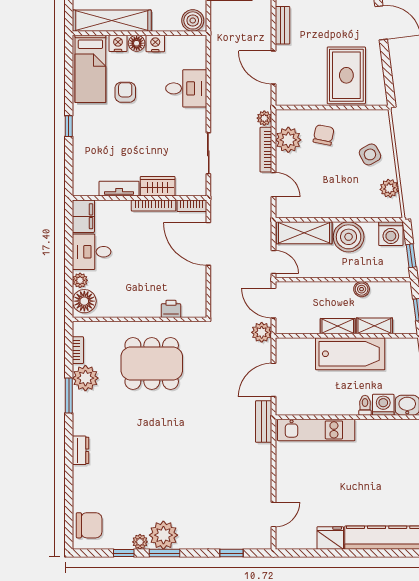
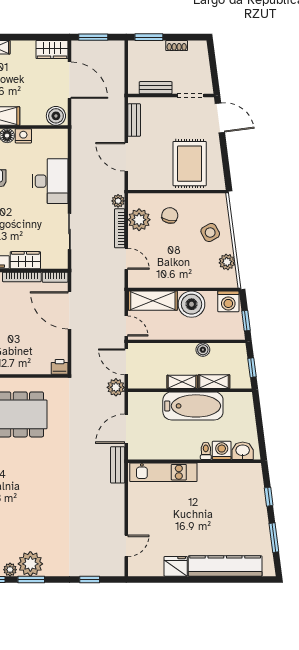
desk: (186, 88) -> (50, 181), width x1.37
printer: (171, 309) -> (60, 367), moved

